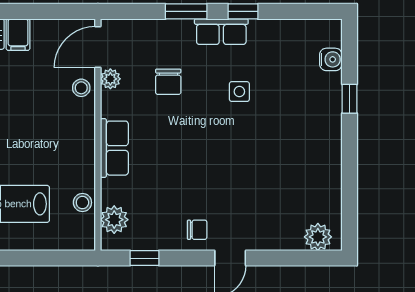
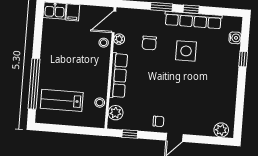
row of seats: (221, 32) -> (193, 20), width x2.02
side table: (239, 92) -> (186, 51), width x1.87, depth x1.87
row of seats: (114, 148) -> (118, 75), width x1.48

